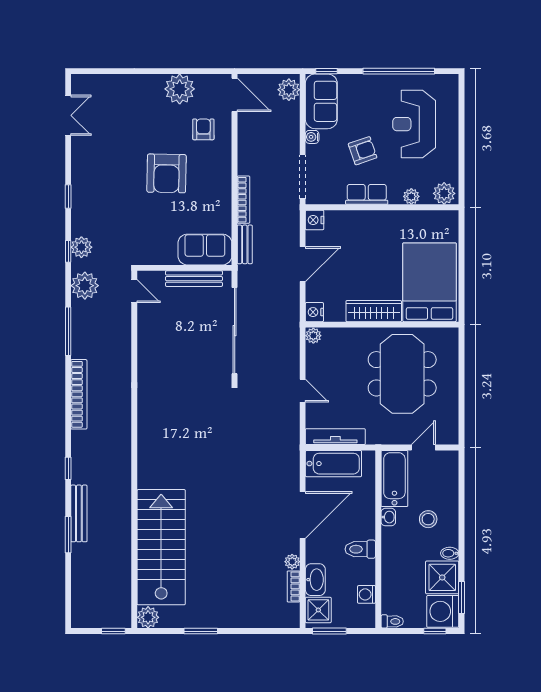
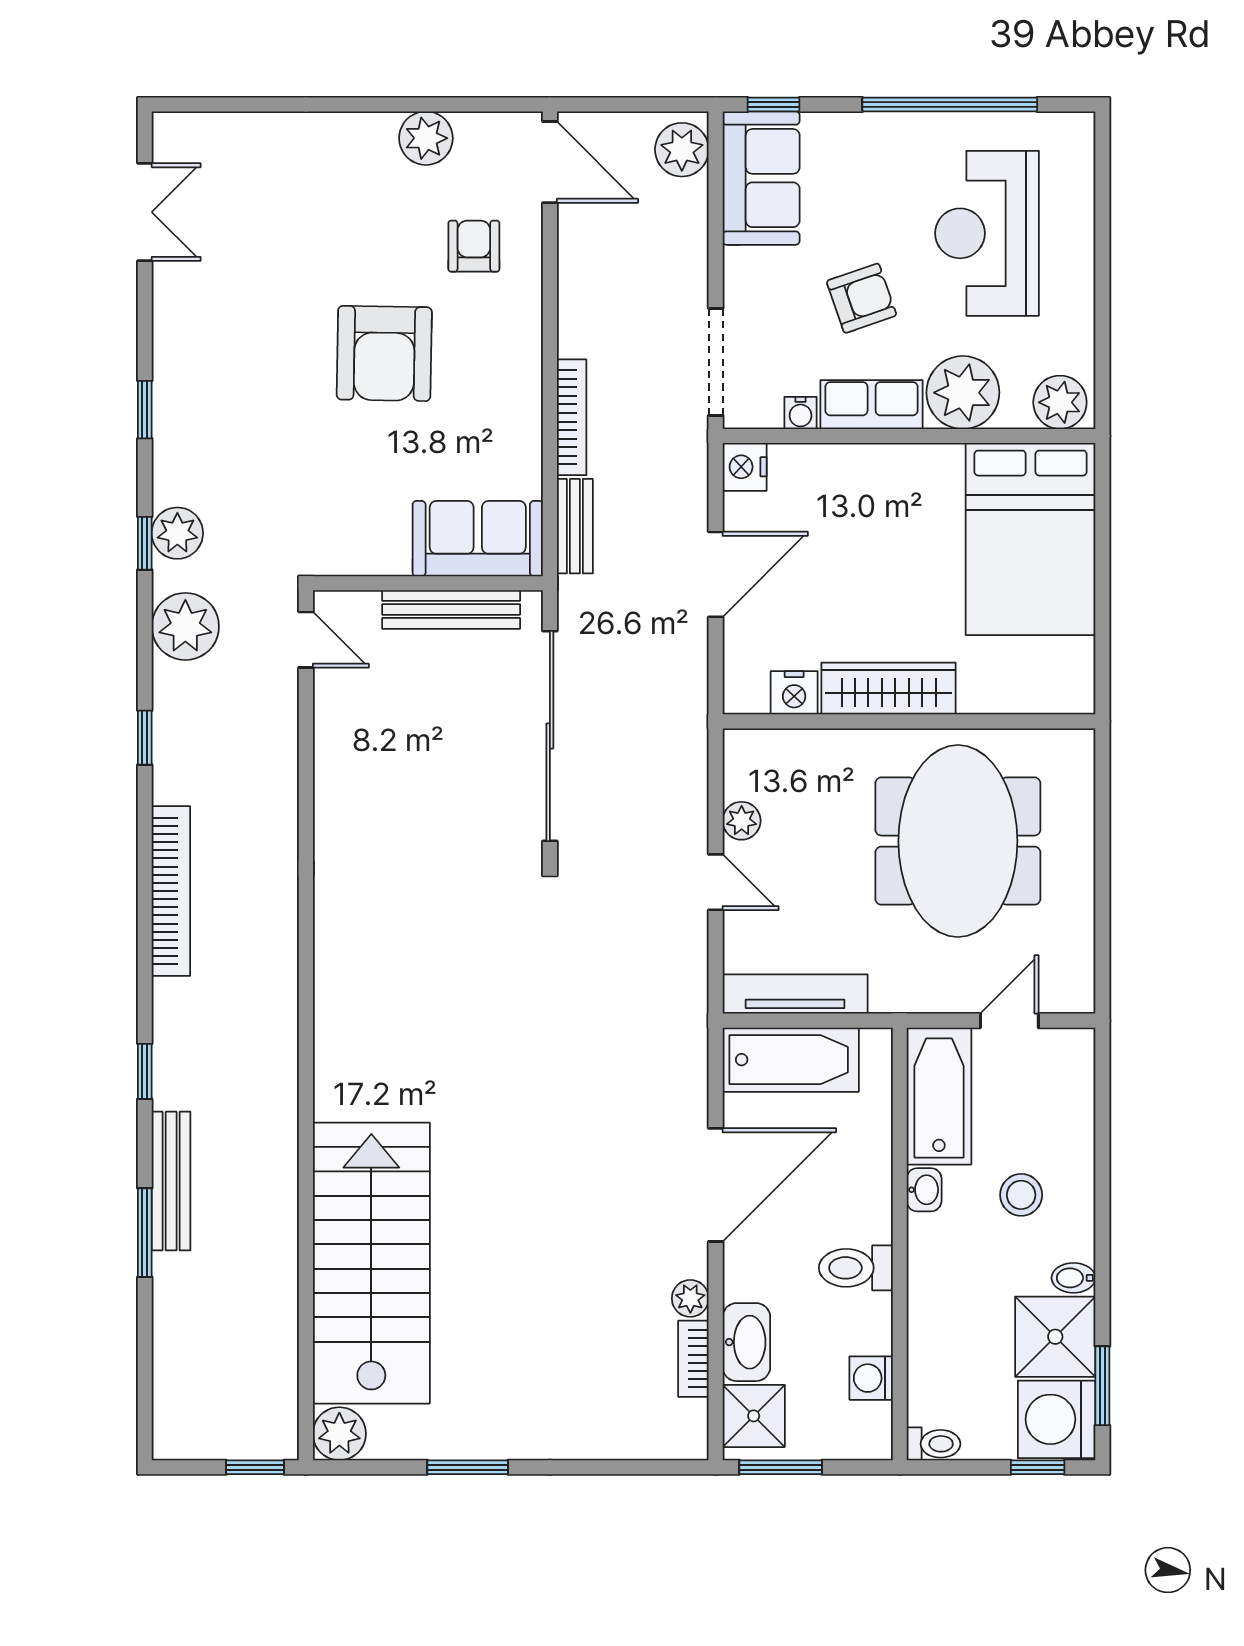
plant: (180, 89) -> (426, 138), width x0.73, depth x0.73
water cooler: (312, 137) -> (801, 413), moved, turned -90
plant: (411, 196) -> (963, 393), width x1.87, depth x1.87
bed: (429, 282) -> (1031, 539), moved, turned 180
nightstand: (314, 312) -> (794, 693), moved, turned -90
window: (68, 331) -> (145, 738), width x0.46
plant: (313, 336) -> (742, 821), moved

